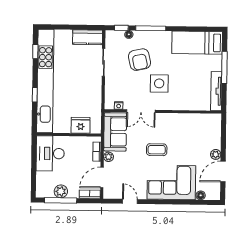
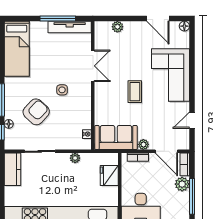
armchair: (139, 60) -> (36, 112), turned -35
window: (224, 68) -> (58, 18), moved
side table: (159, 83) -> (62, 90), width x0.54, depth x0.54
plant: (97, 94) -> (75, 158), added
double door: (141, 111) -> (93, 66), moved
plant: (216, 154) -> (117, 27), moved
plant: (61, 191) -> (182, 184), moved
floor lamp: (201, 195) -> (184, 26), moved

